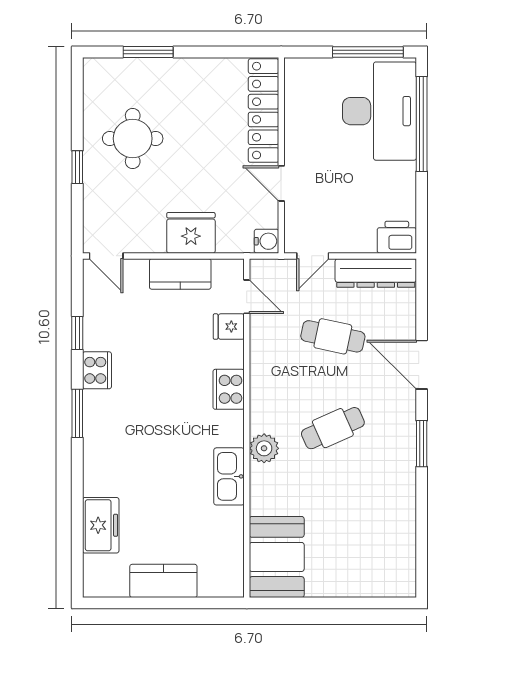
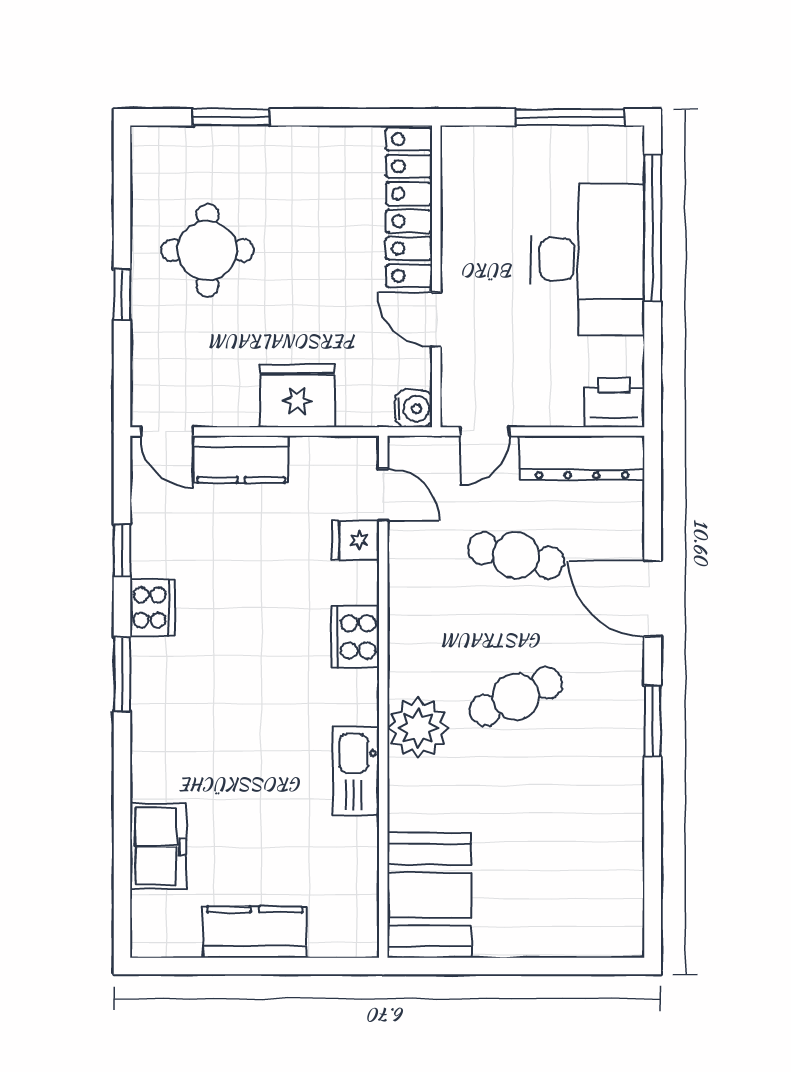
desk: (379, 111) -> (588, 259), moved
kitchen counter: (180, 274) -> (241, 459), moved
plant: (264, 448) -> (418, 728), width x1.36, depth x1.36

